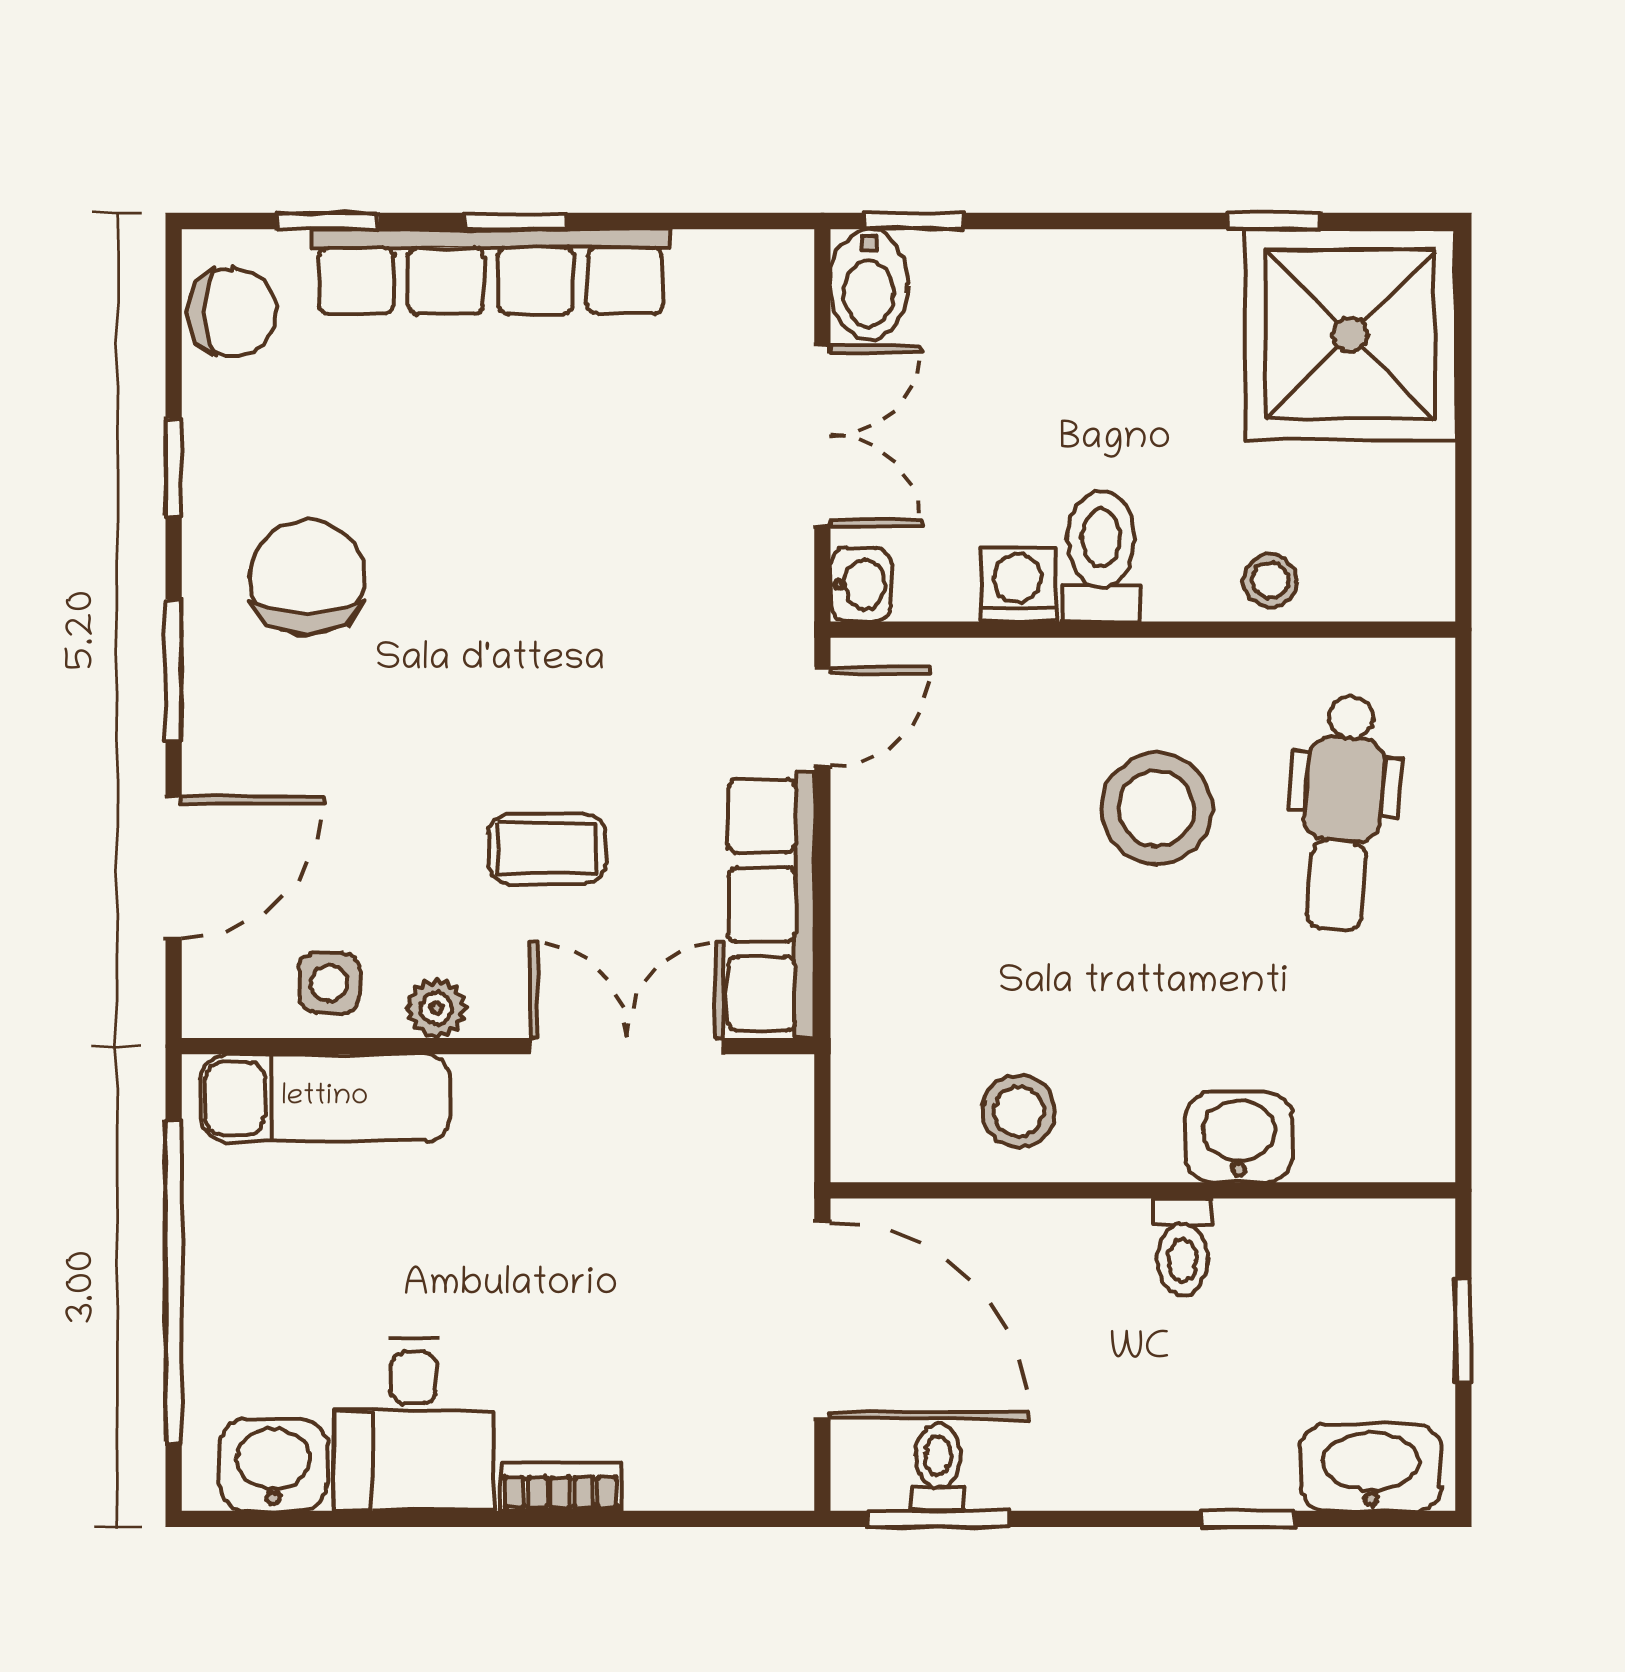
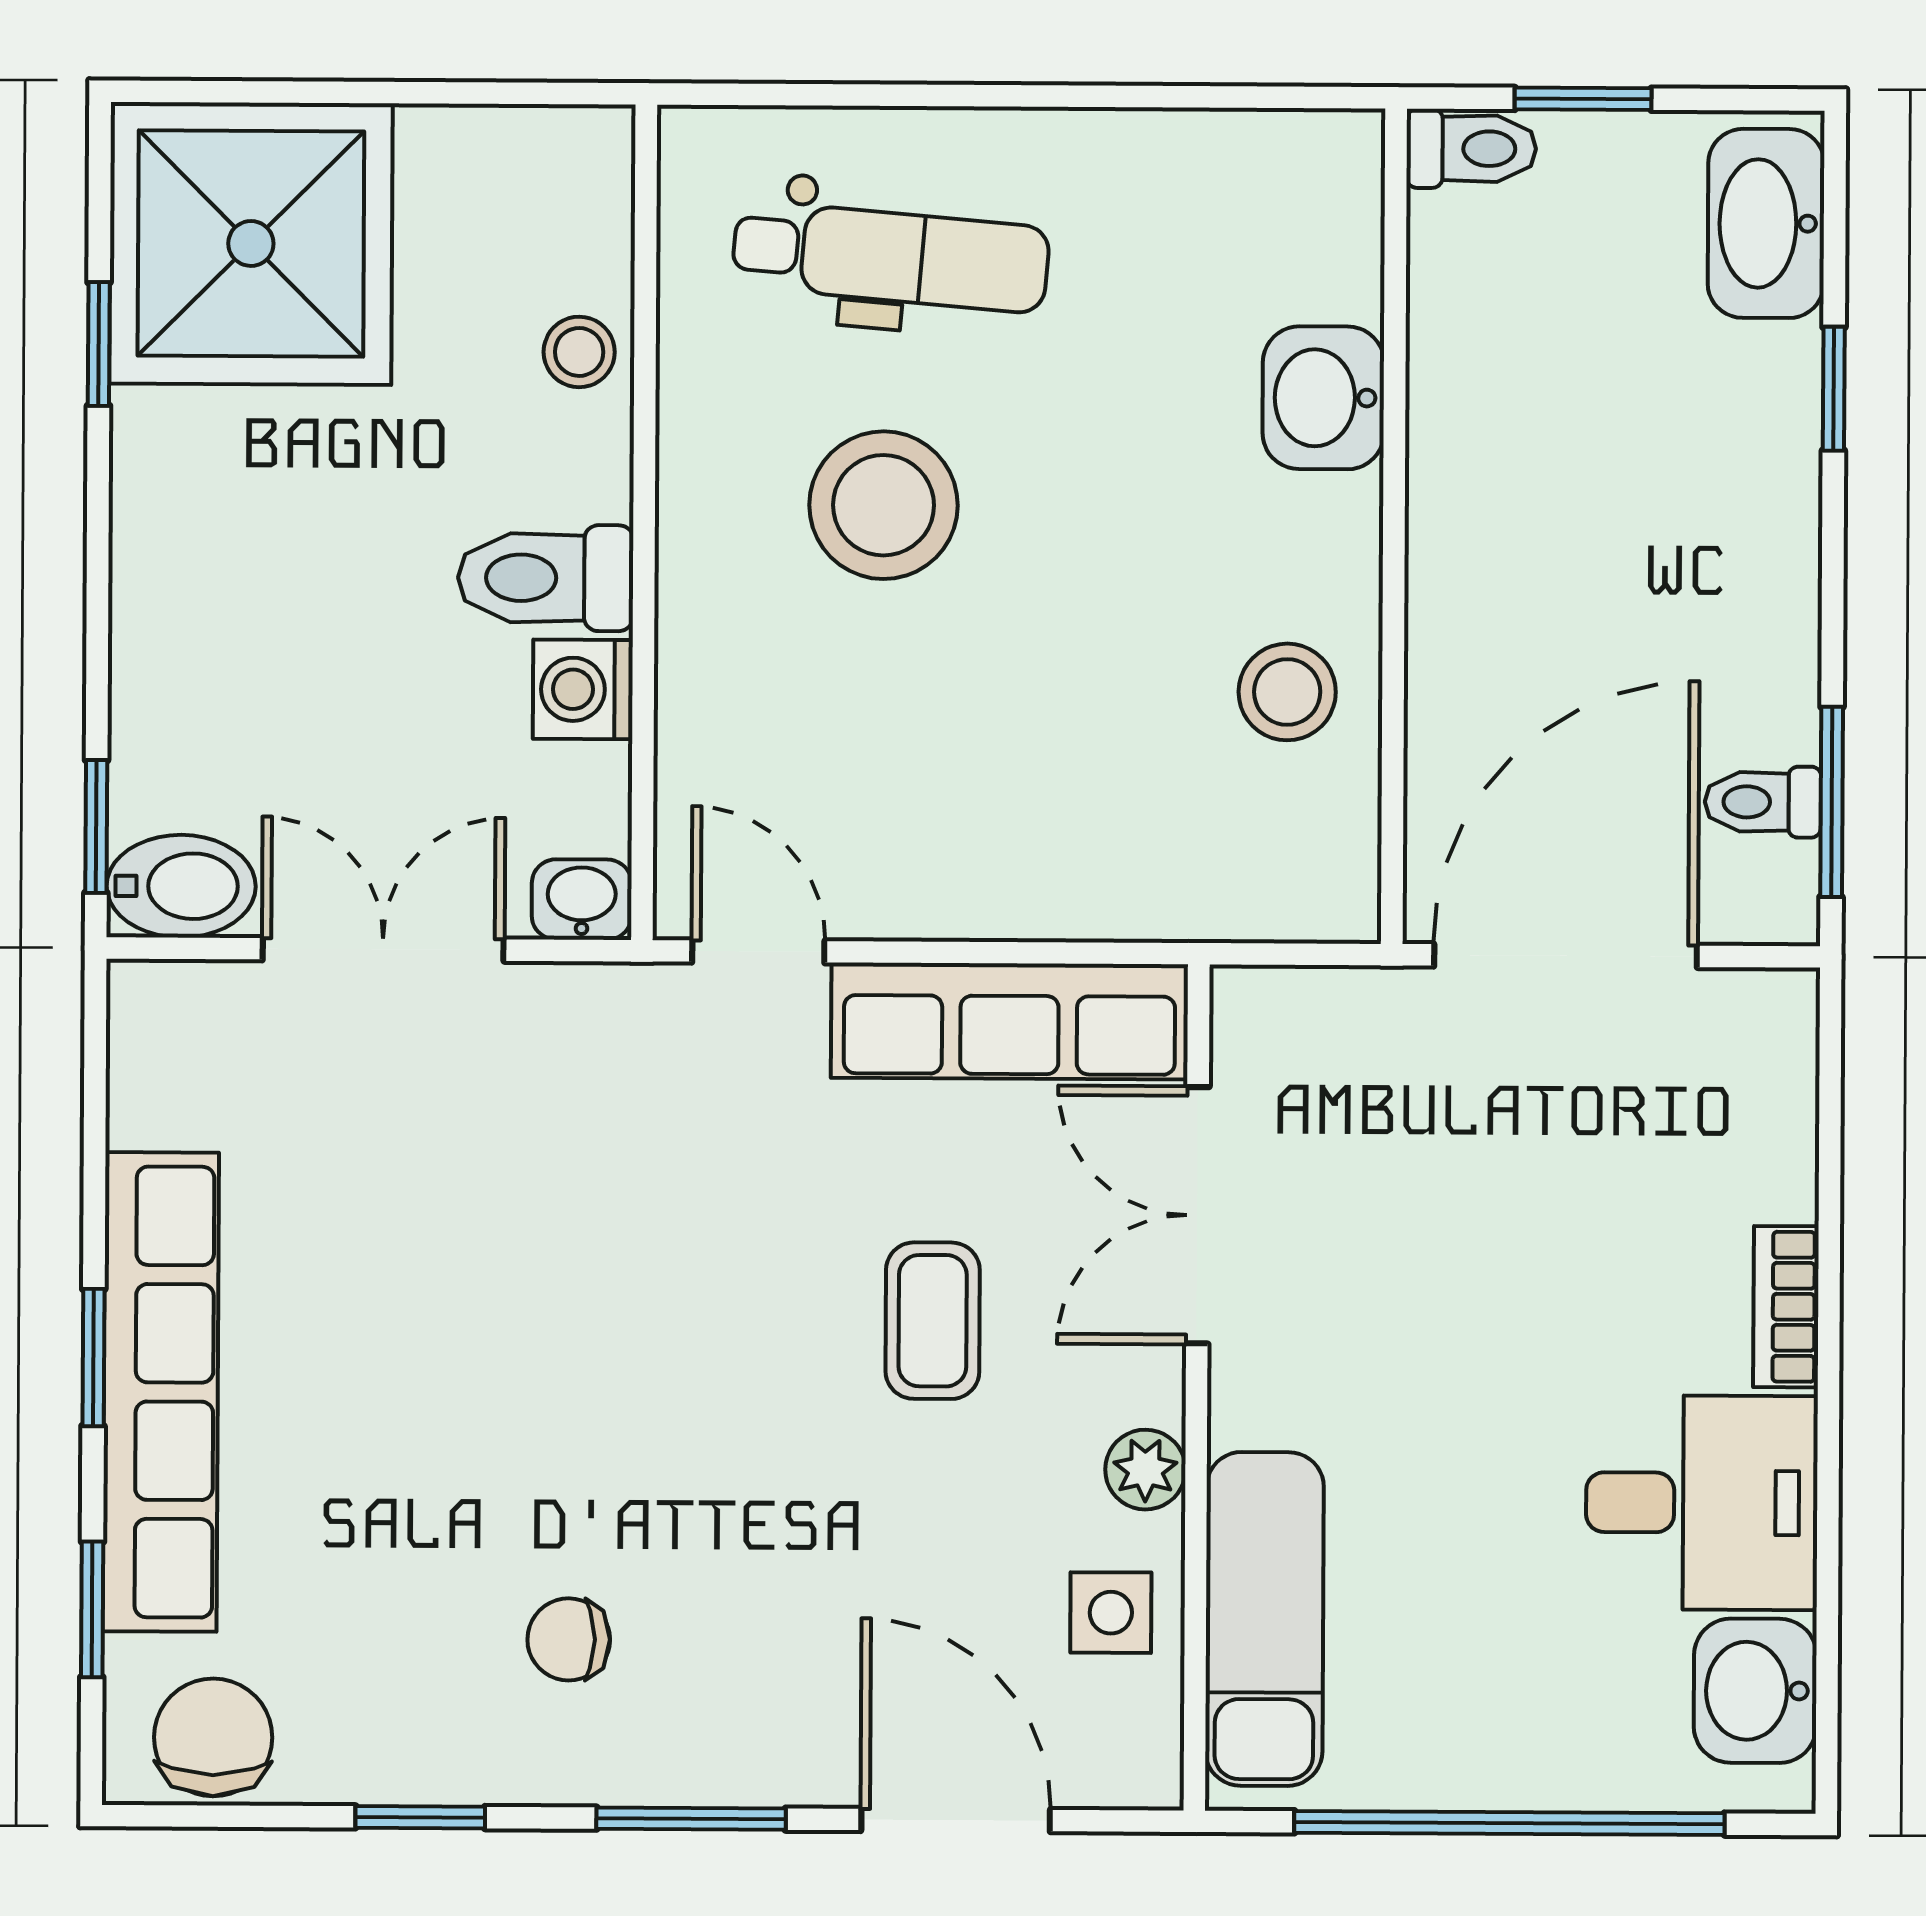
chair: (307, 578) -> (569, 1639), width x0.54, depth x0.54
toilet: (1183, 1247) -> (1471, 149), moved

